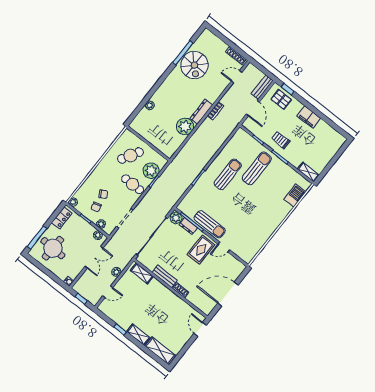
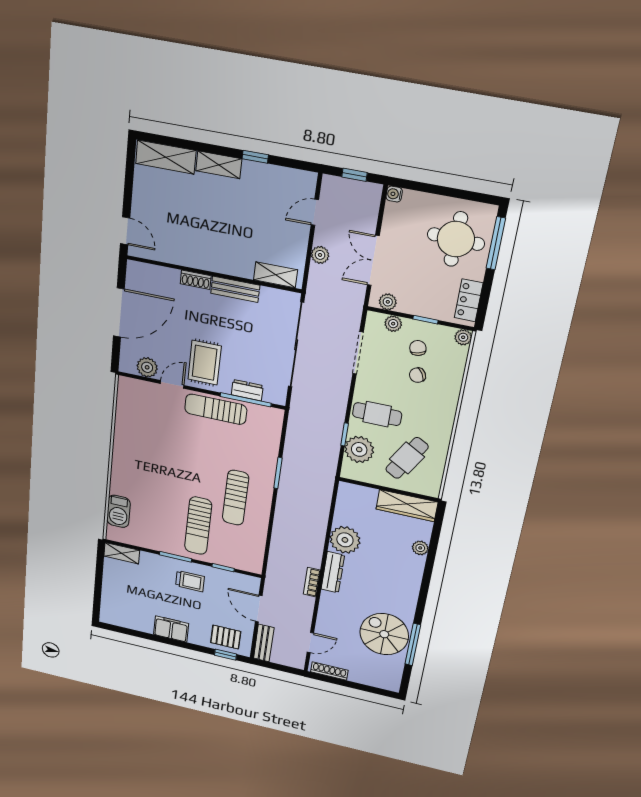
wardrobe: (144, 131) -> (407, 506), added
plant: (176, 218) -> (147, 367), moved

